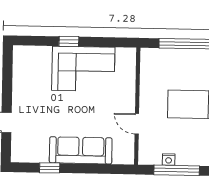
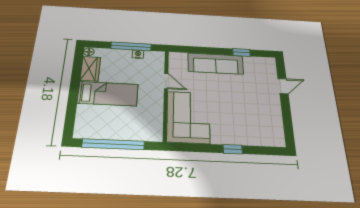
corner sofa: (83, 69) -> (188, 117), moved, turned 90

